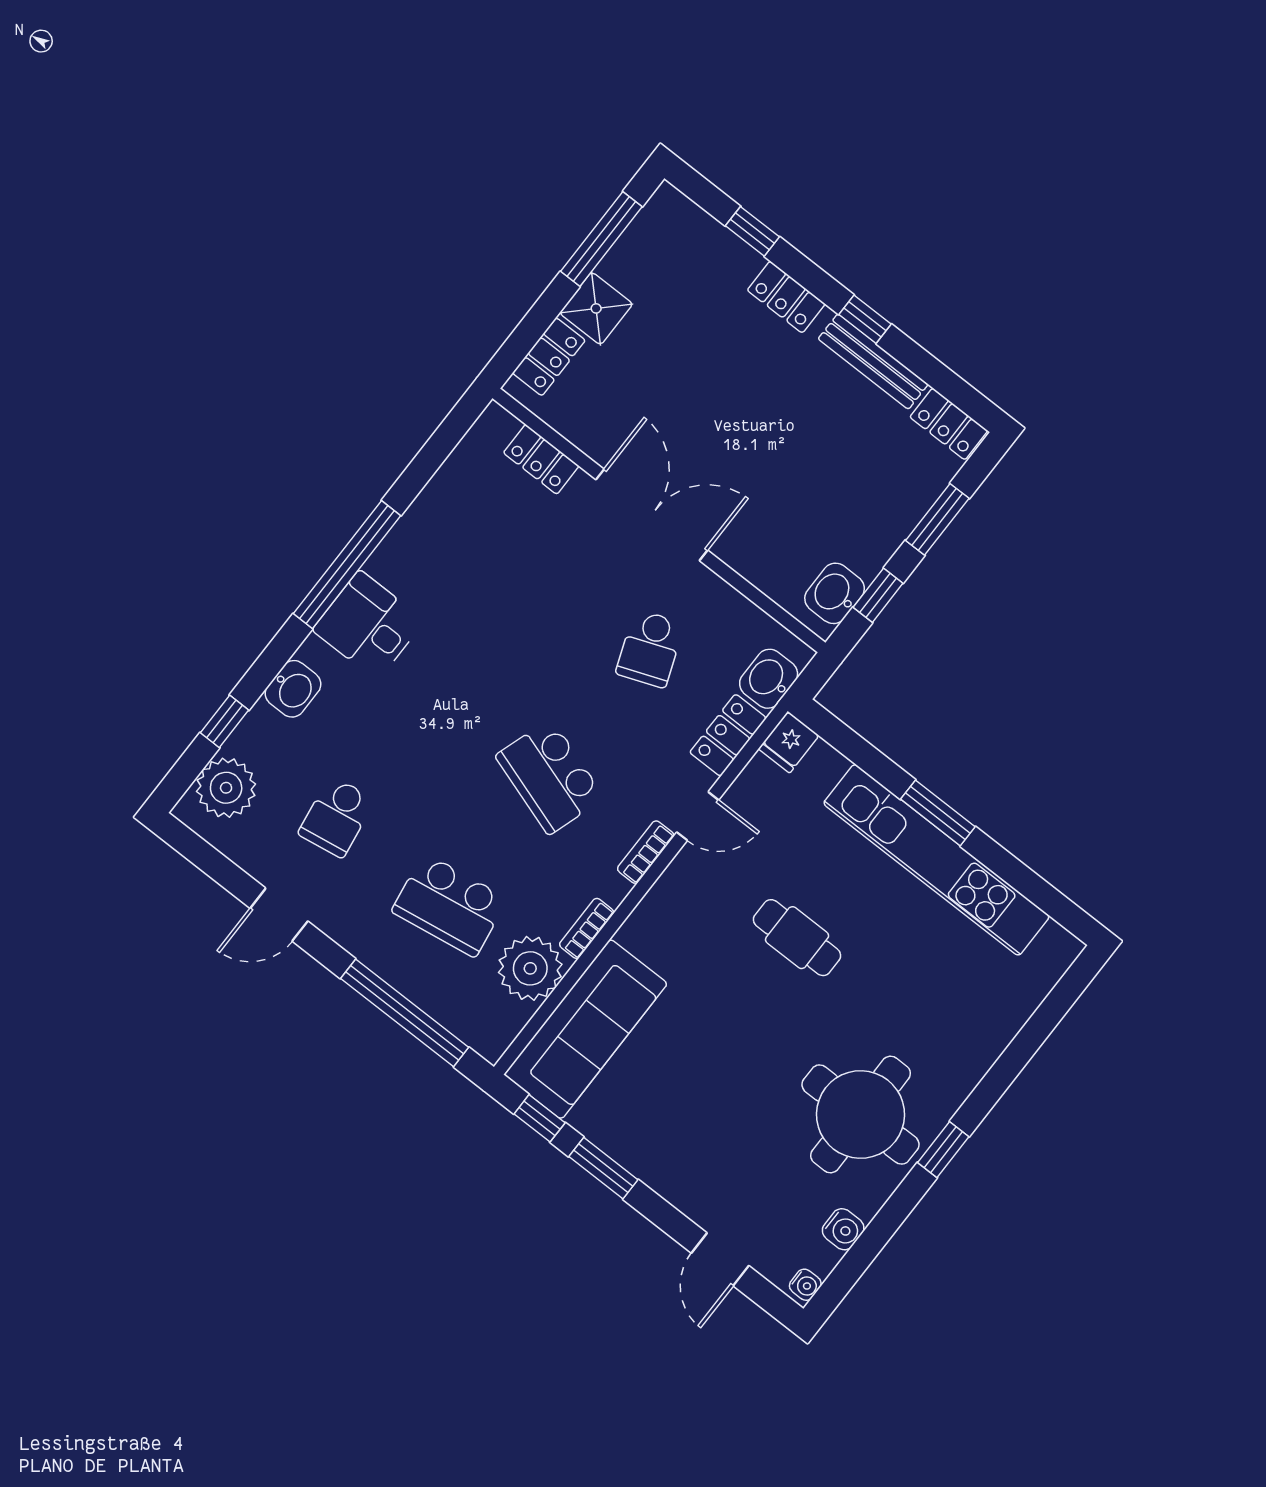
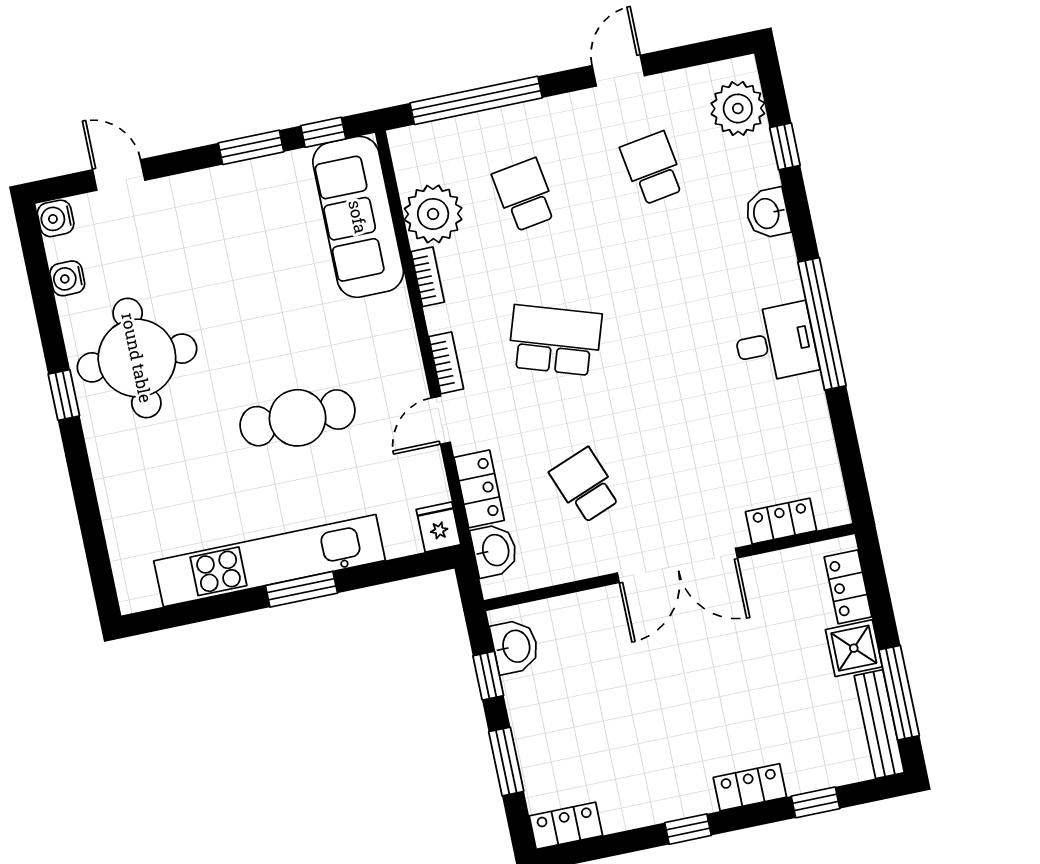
bench: (873, 361) -> (879, 724), moved, turned 90
desk: (368, 625) -> (776, 343), moved
school desk: (449, 905) -> (525, 195), width x0.54
cafe table: (797, 938) -> (298, 418), width x1.37, depth x1.35
water cooler: (805, 1285) -> (56, 218), width x1.38, depth x1.38

